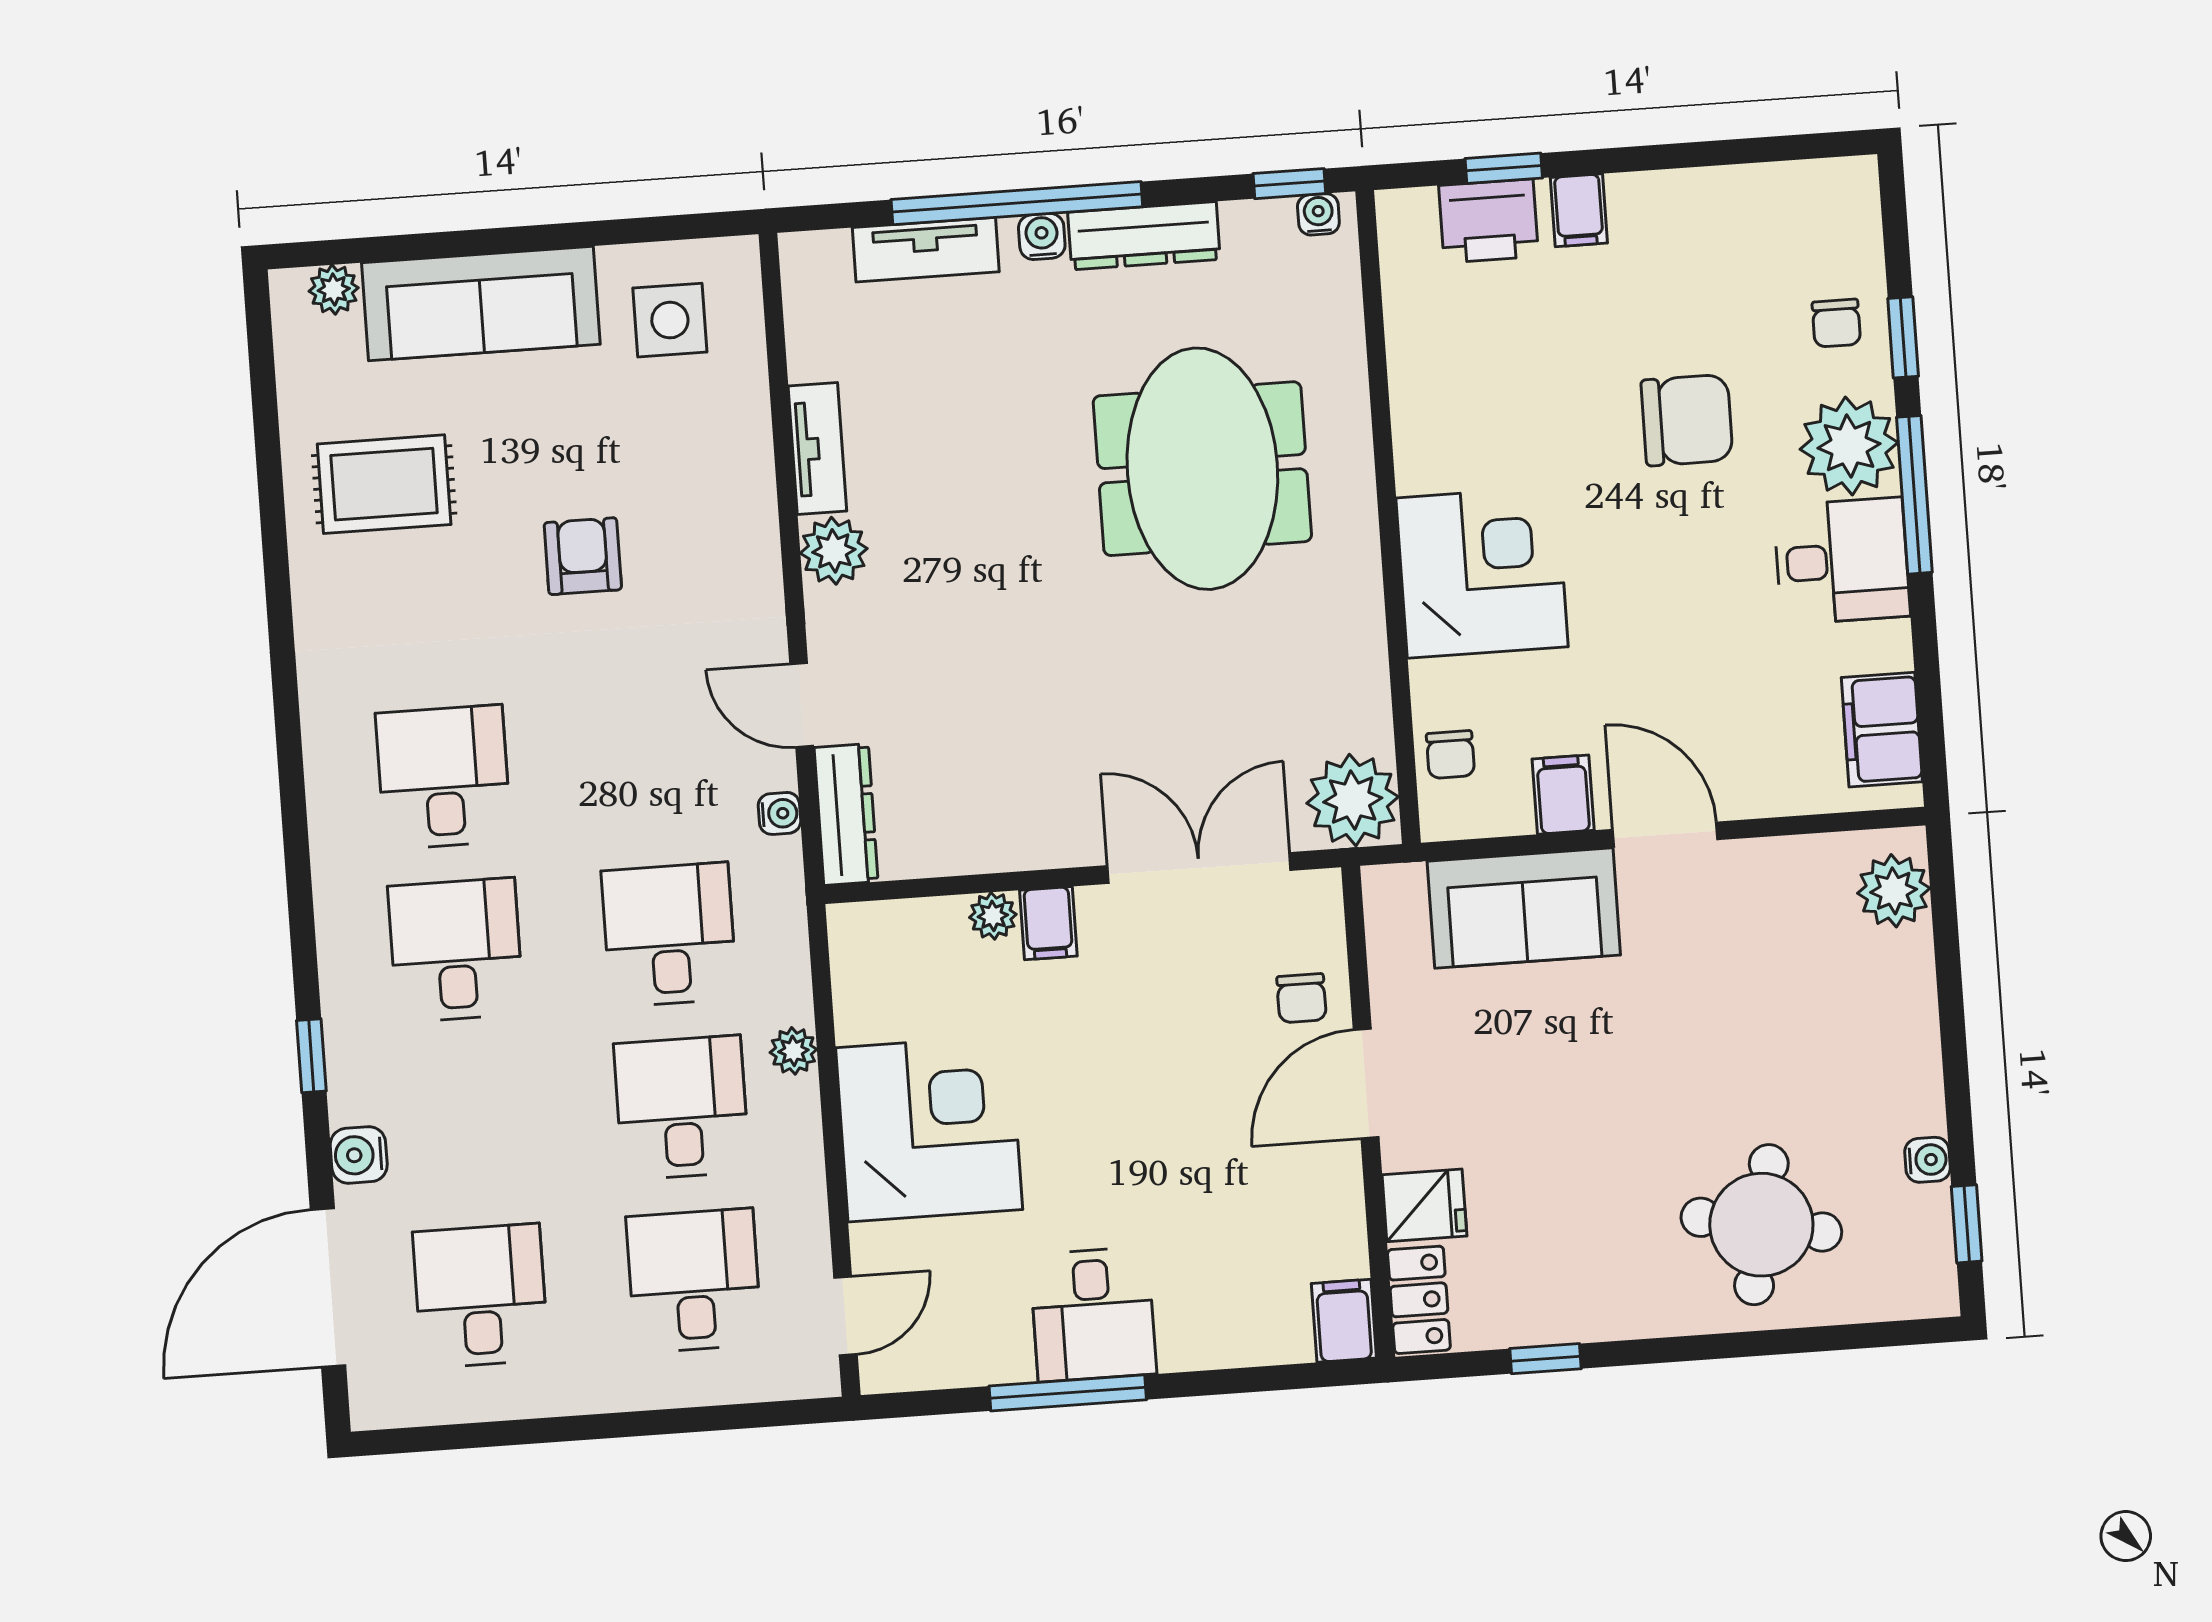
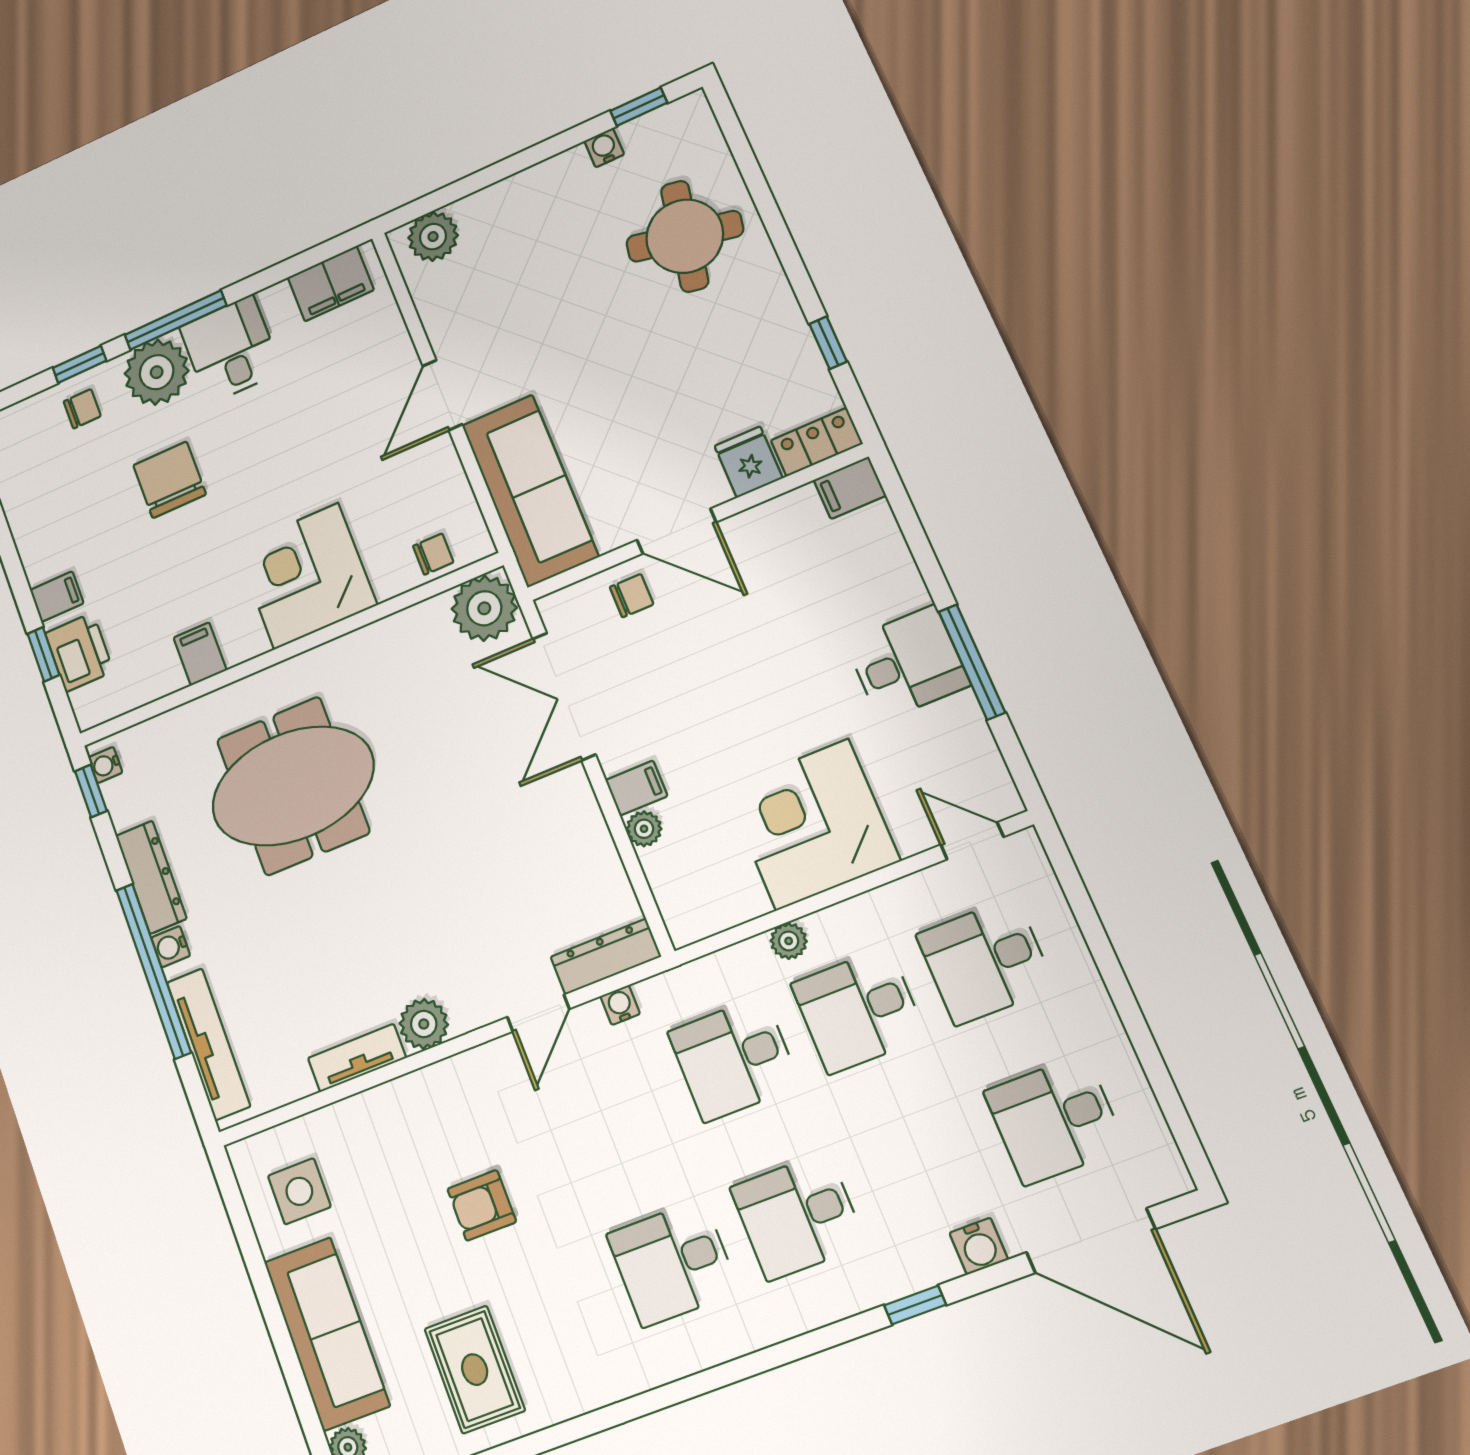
tv unit: (926, 250) -> (208, 1044), width x1.41
filing cabinet: (1563, 795) -> (200, 654), moved, turned 90
sofa: (1524, 908) -> (530, 490), width x1.36

